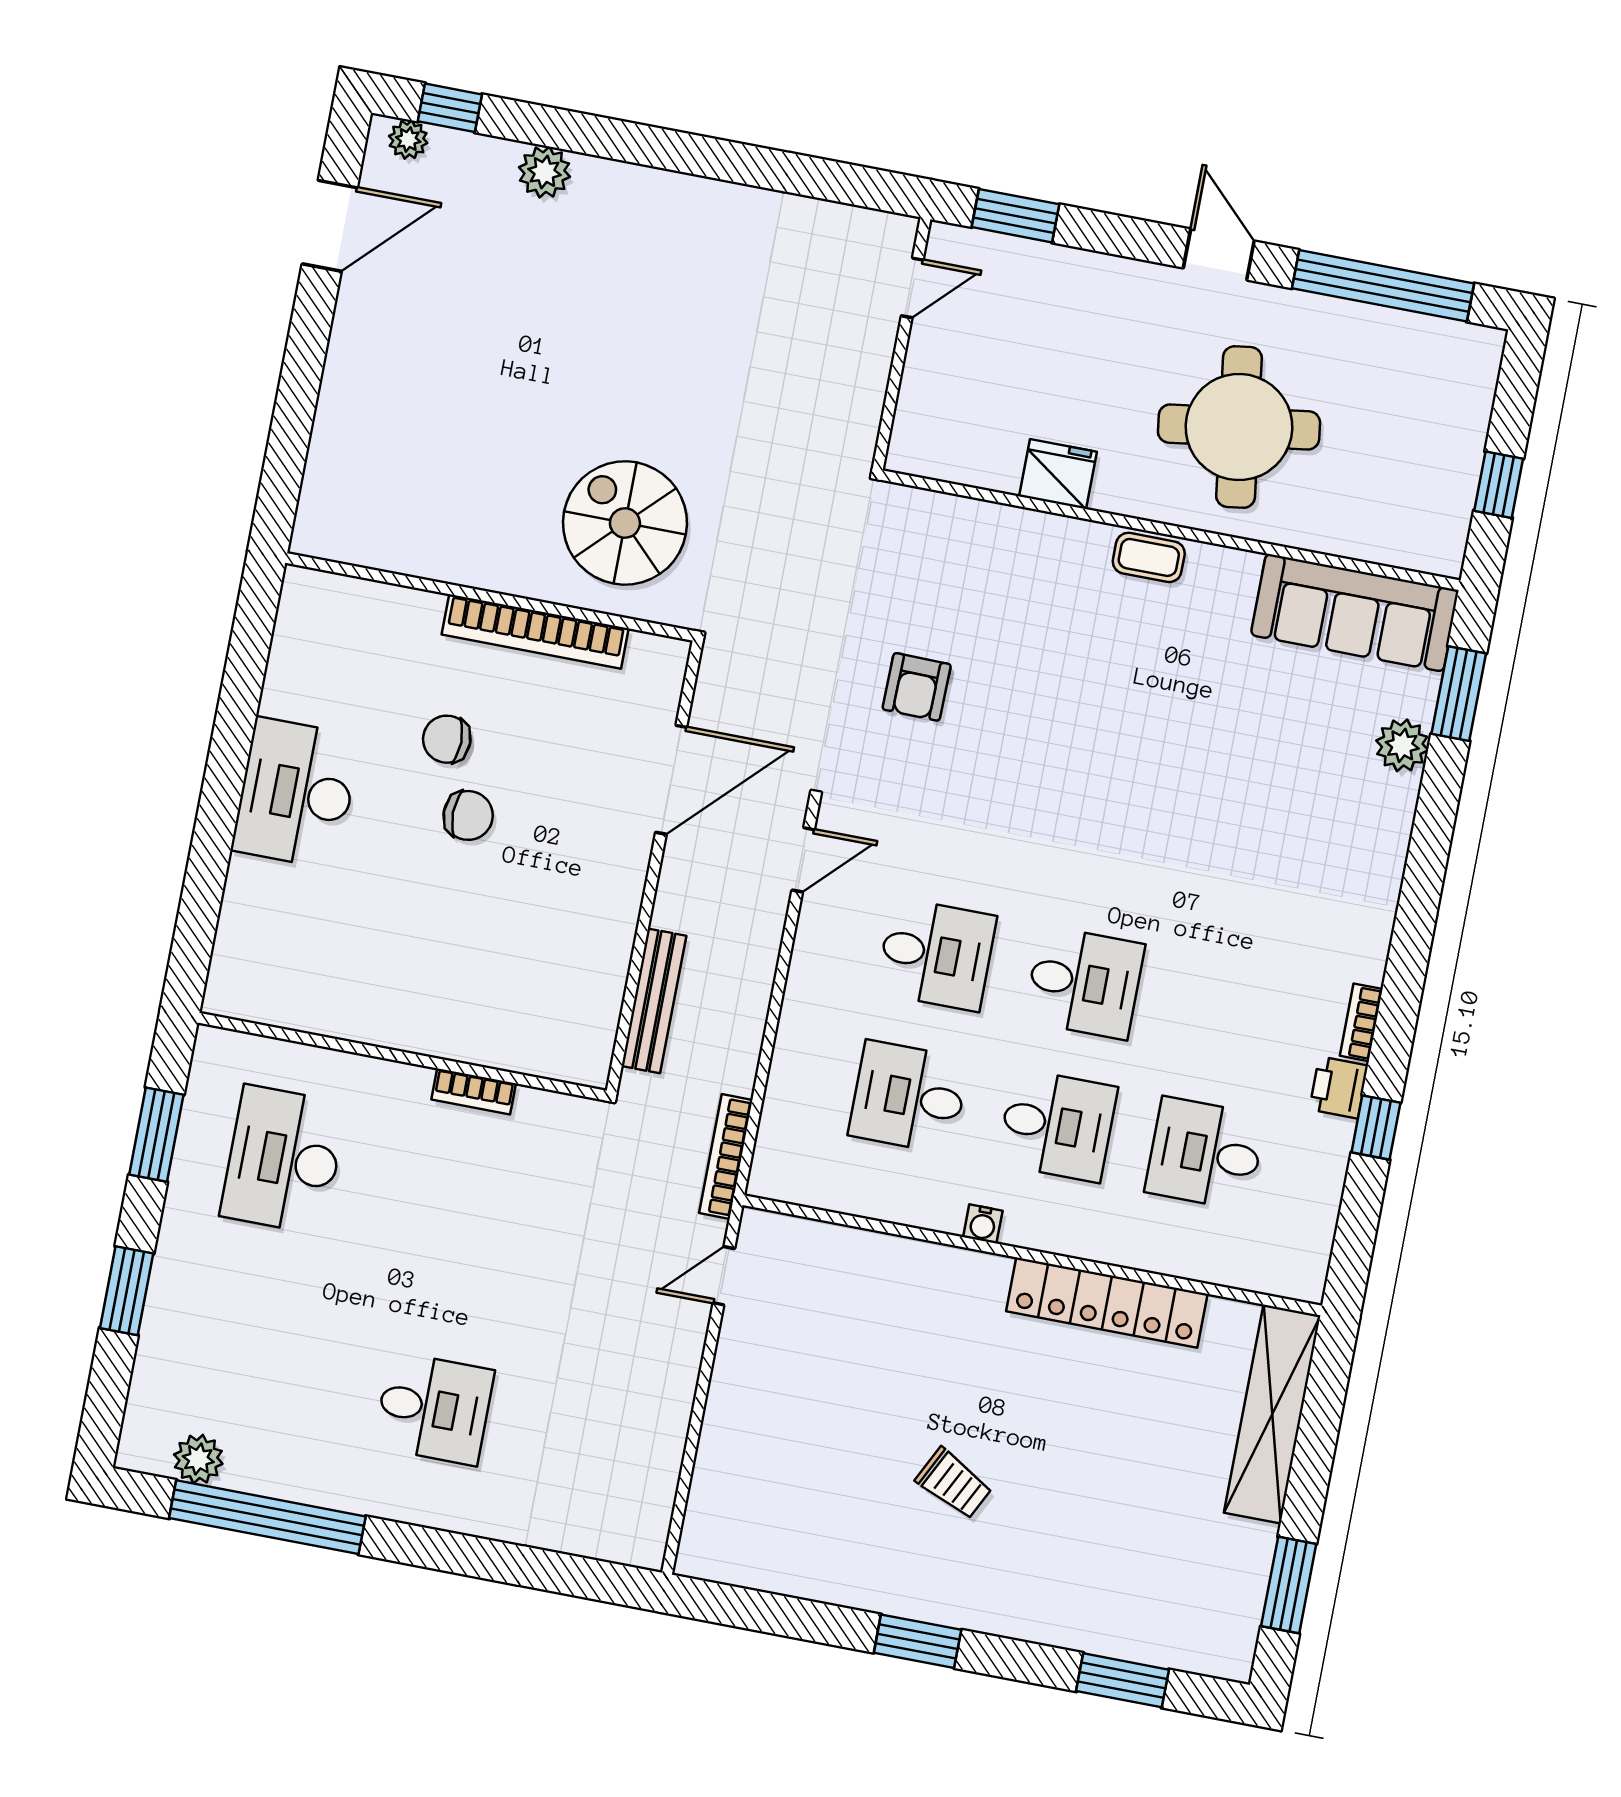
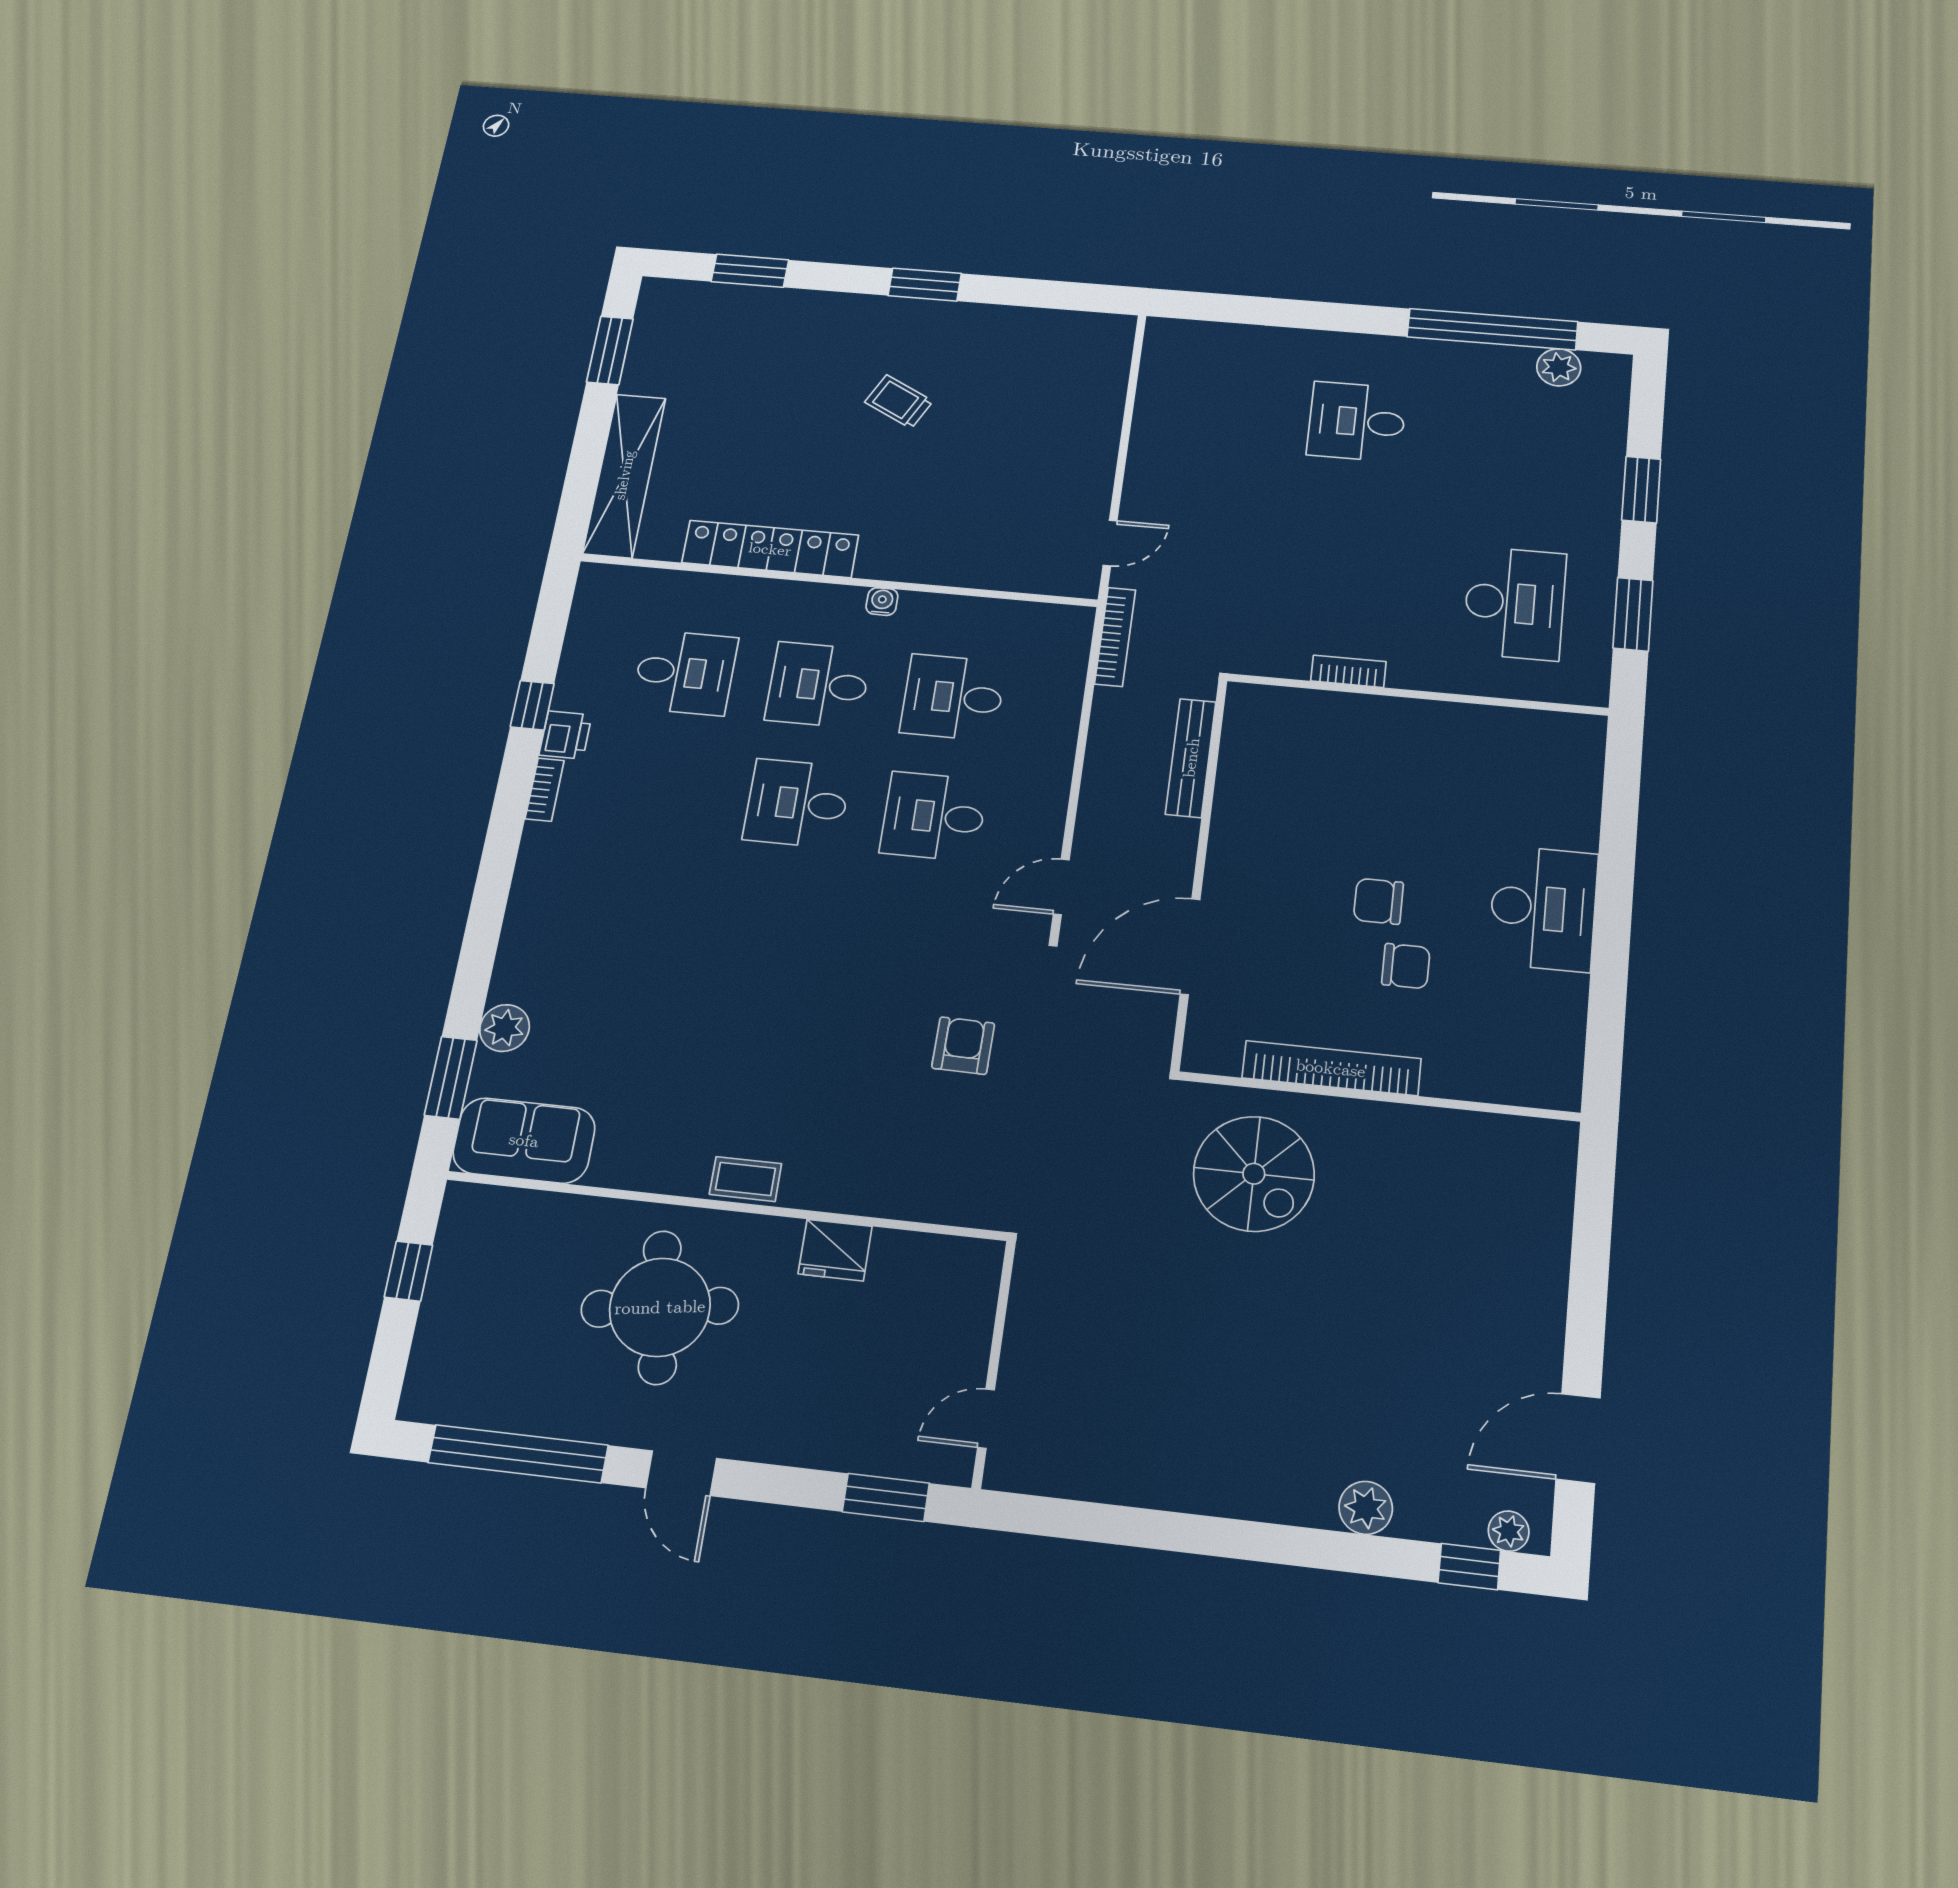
sofa: (1355, 613) -> (524, 1140), width x0.73
desk: (909, 1097) -> (953, 697), turned 180

